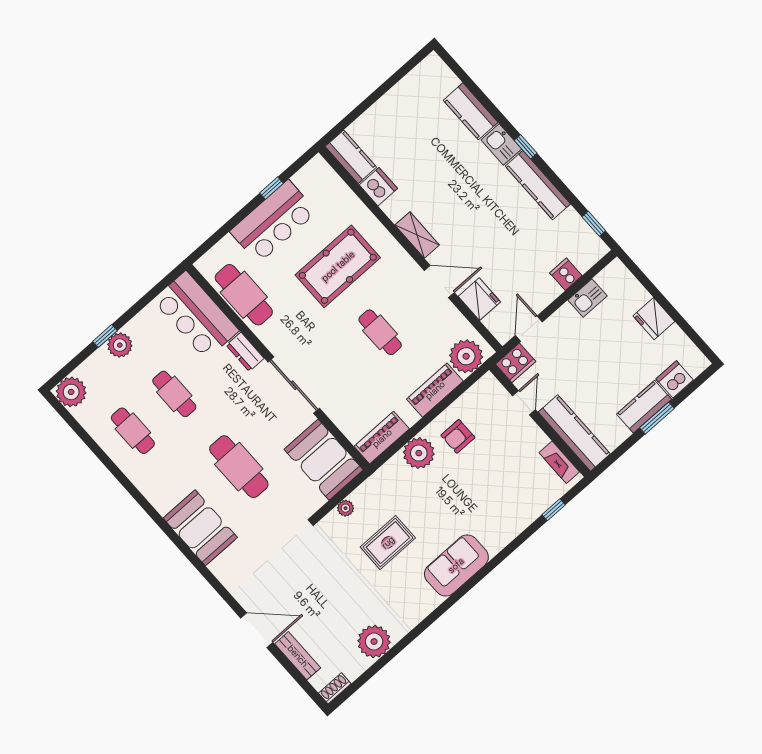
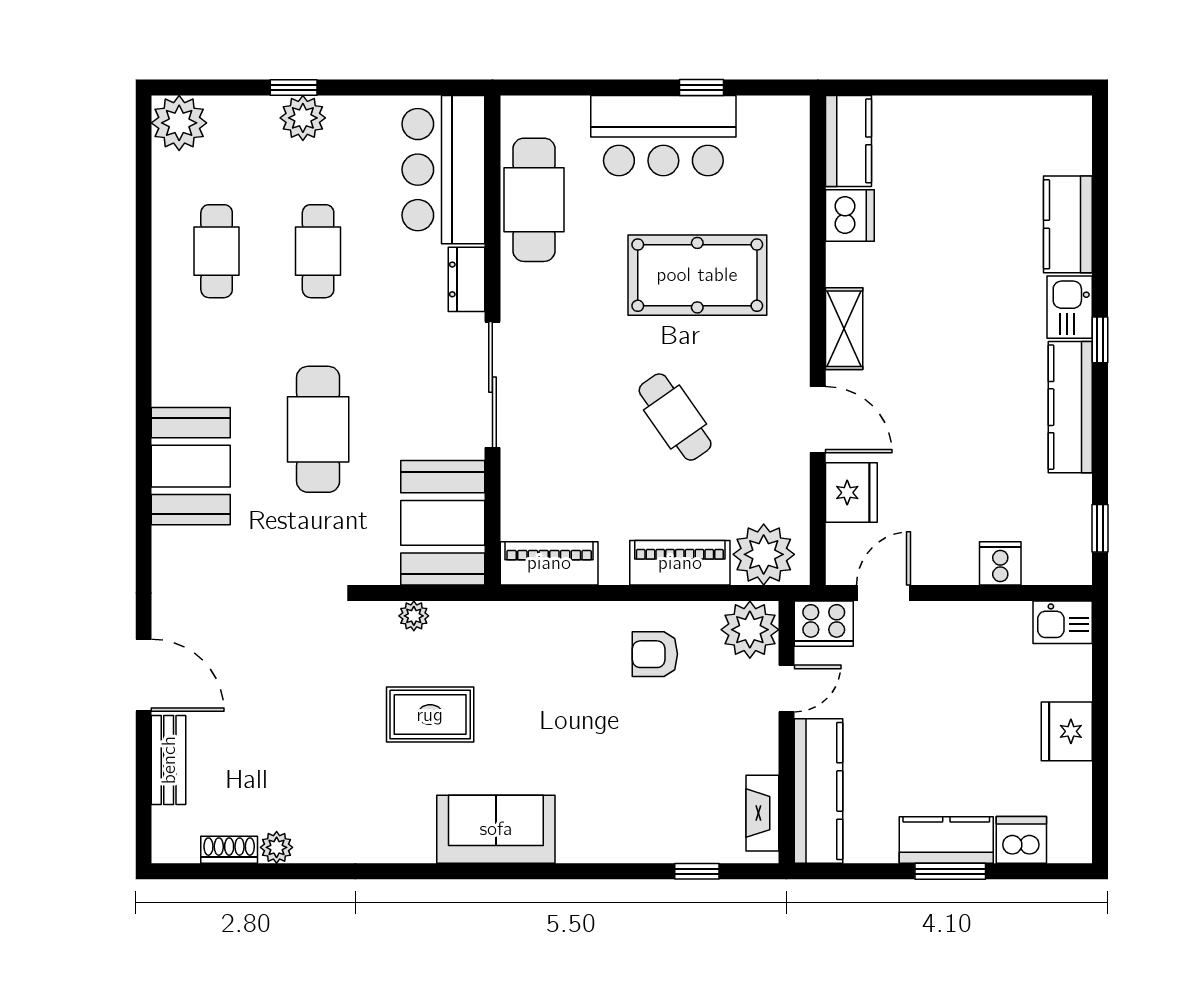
kitchen sink: (588, 298) -> (1063, 622), moved
cafe table: (380, 332) -> (675, 417), turned -35
plant: (419, 453) -> (750, 630), moved
plant: (374, 642) -> (277, 847), width x0.53, depth x0.53
shoe rack: (335, 688) -> (229, 850), moved

